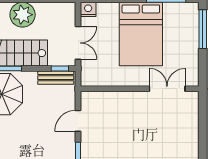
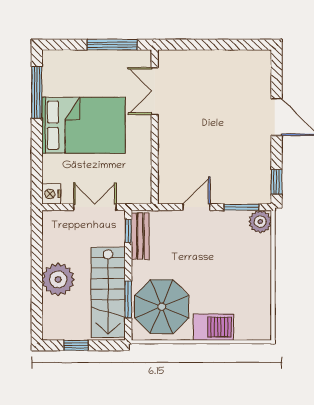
window: (203, 29) -> (112, 45), moved
door: (78, 121) -> (197, 207), swing flipped

